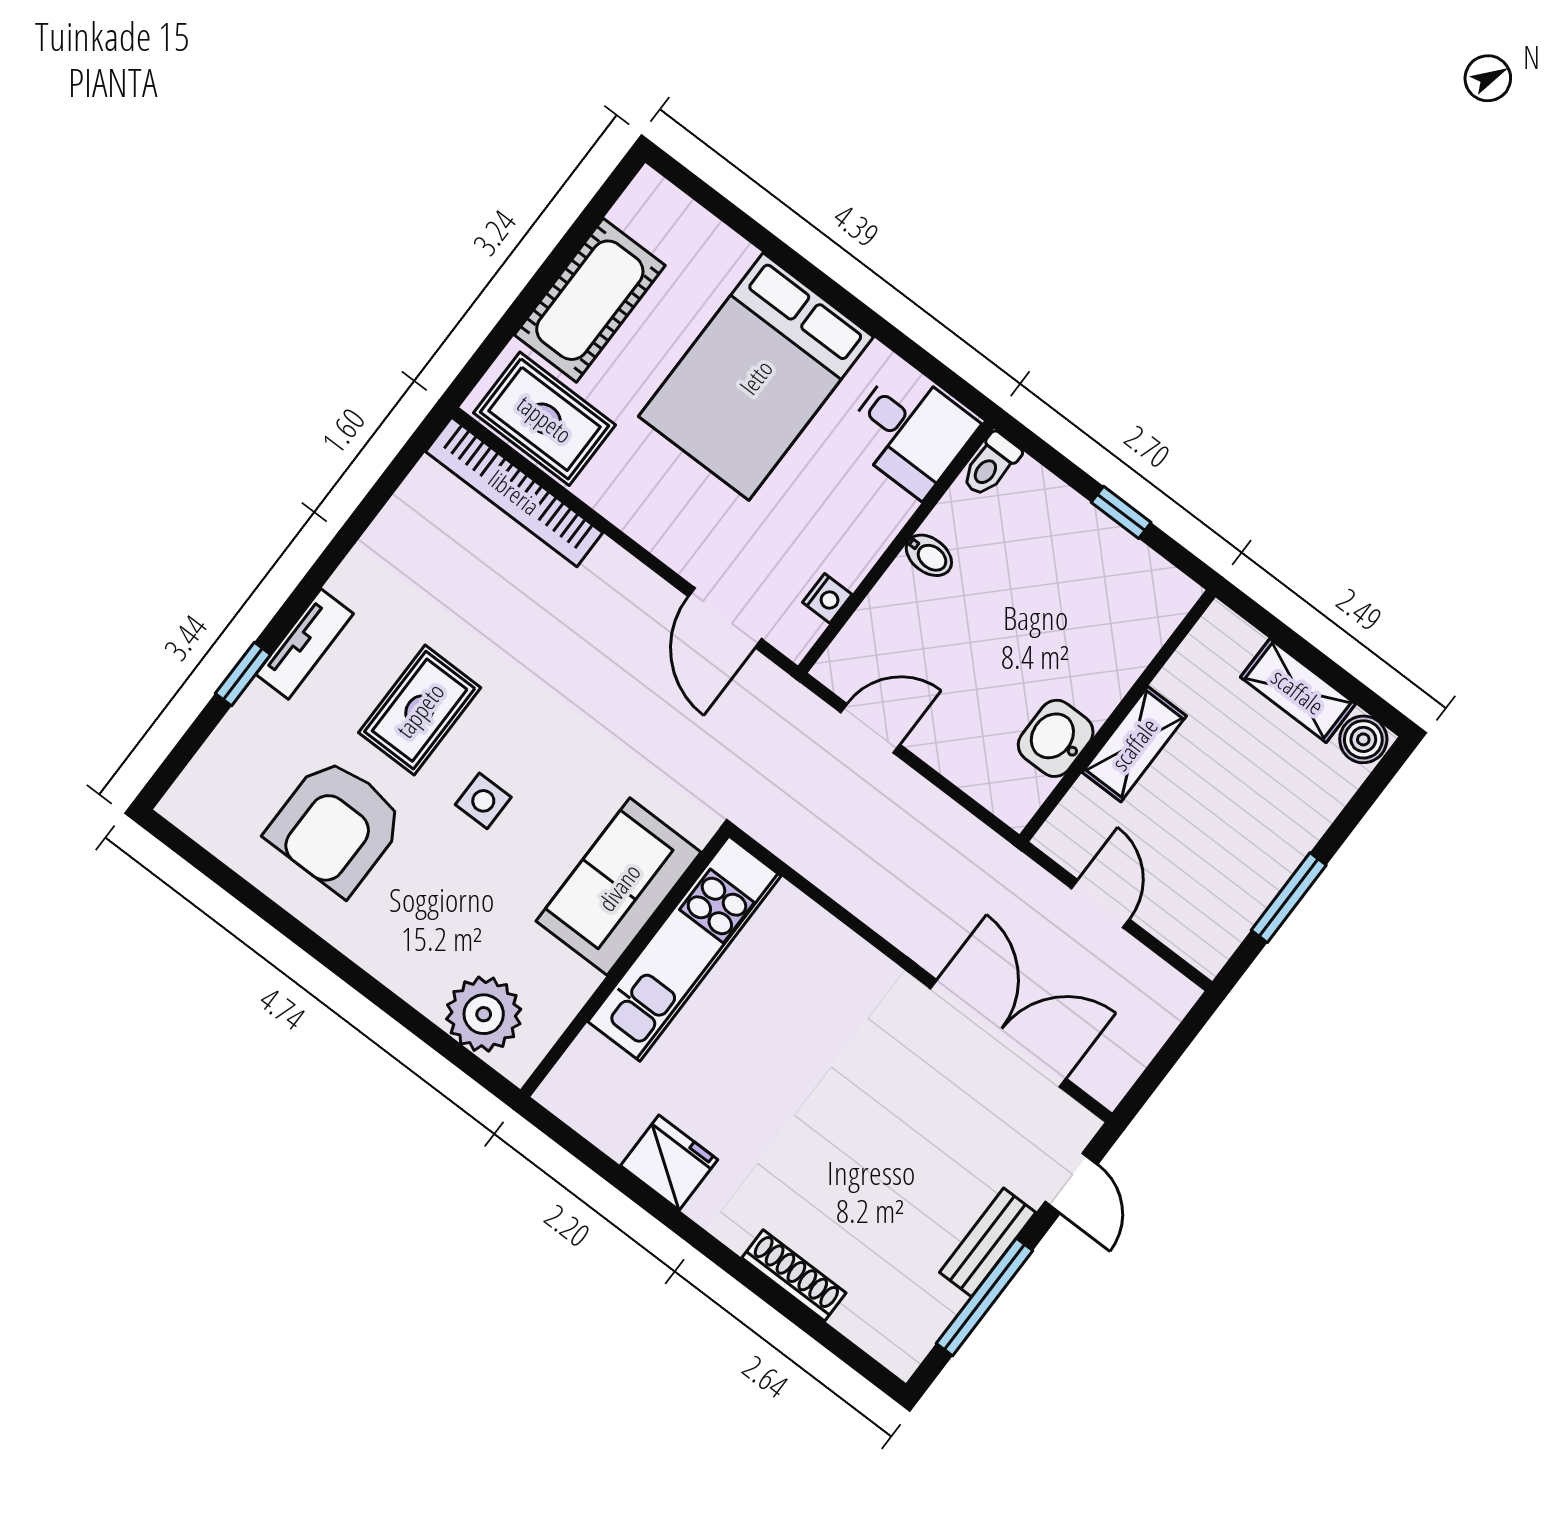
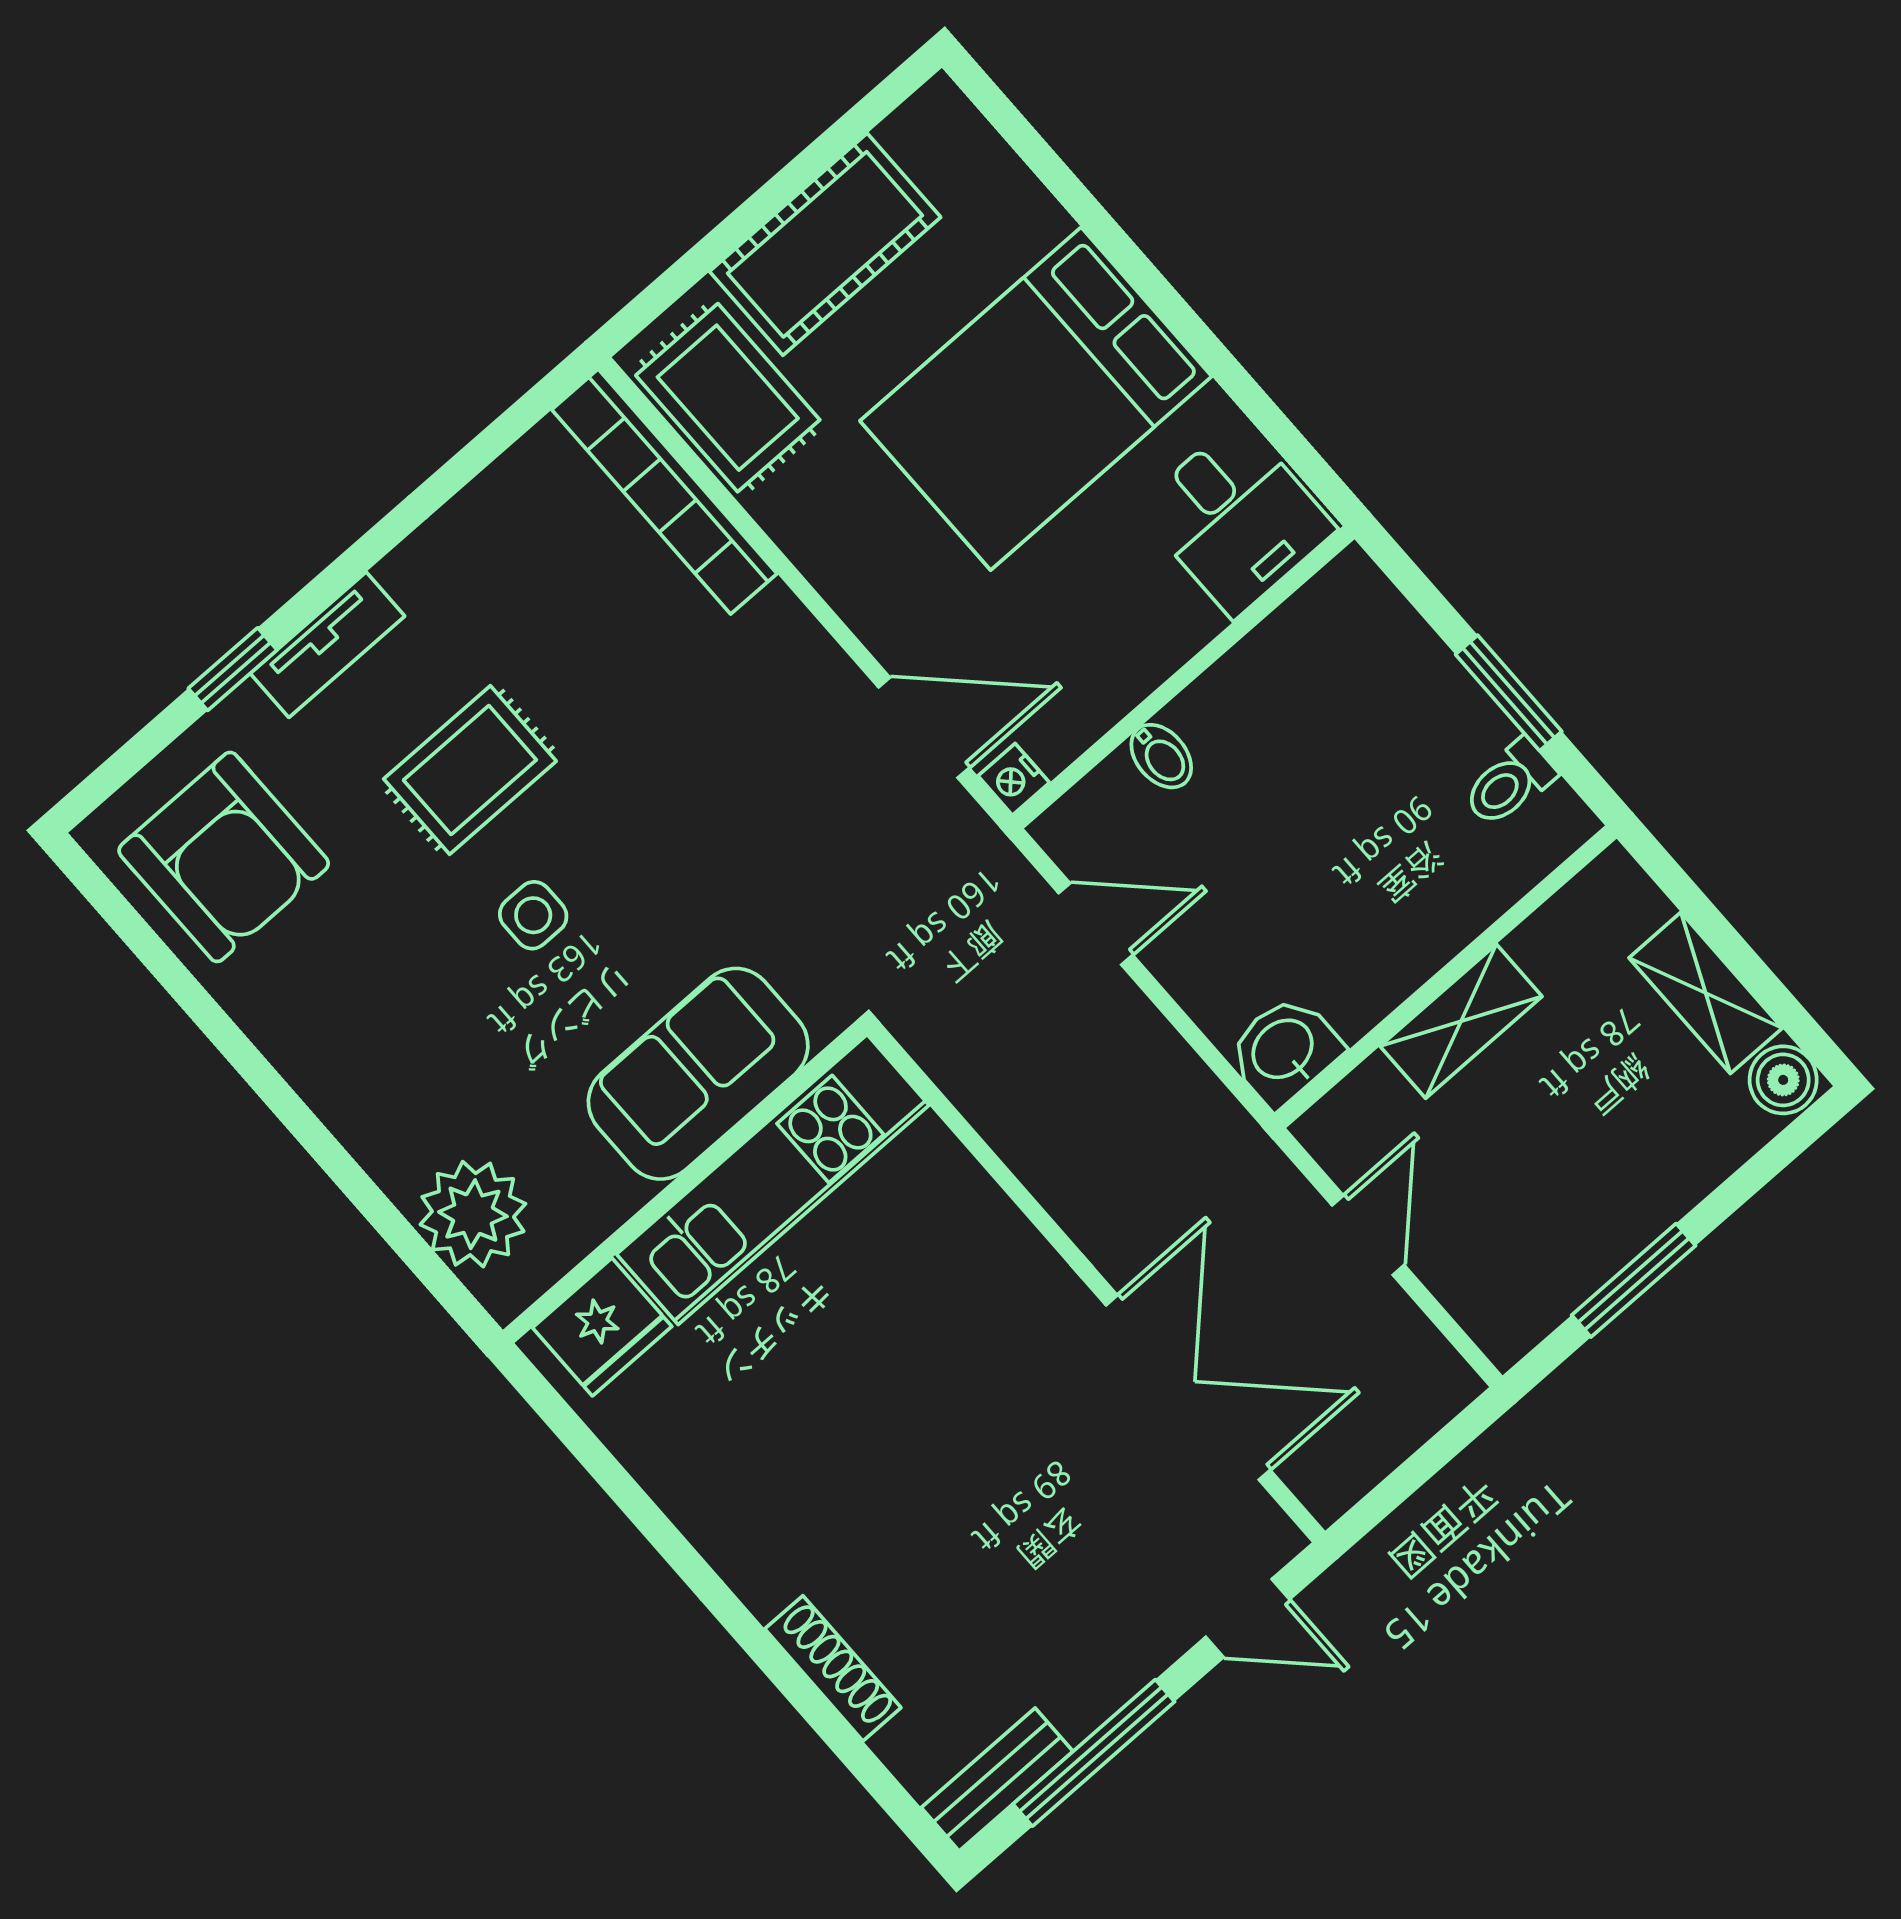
toilet: (991, 465) -> (1509, 783), moved
window: (1121, 512) -> (1509, 693), width x1.50
bidet: (929, 555) -> (1161, 756), moved
nightstand: (827, 598) -> (1014, 779), moved, turned 90
door: (725, 618) -> (924, 728), swing flipped
washbasin: (1056, 738) -> (1284, 1051), moved
armchair: (336, 826) -> (224, 857), moved, turned -90
fridge: (669, 1163) -> (602, 1327), moved, turned 90
door: (1071, 1183) -> (1248, 1618), hinge flipped
bench: (988, 1242) -> (997, 1779), moved

